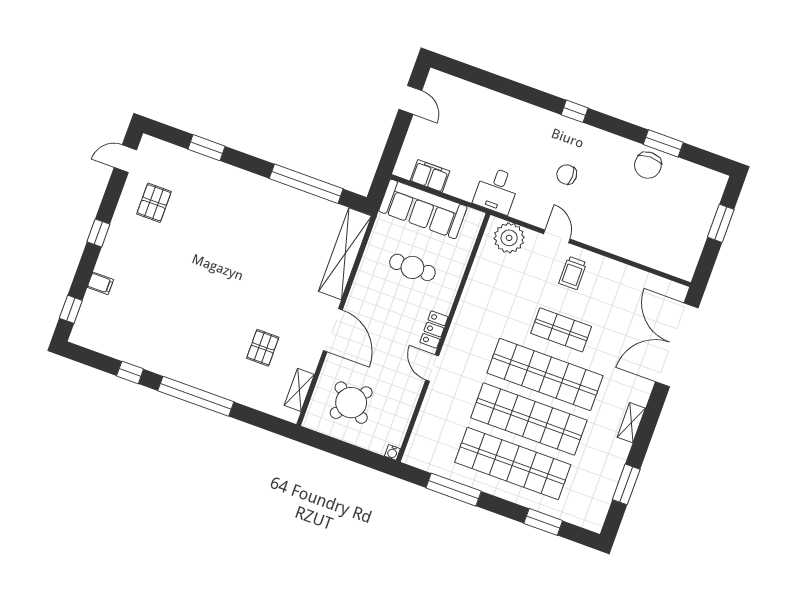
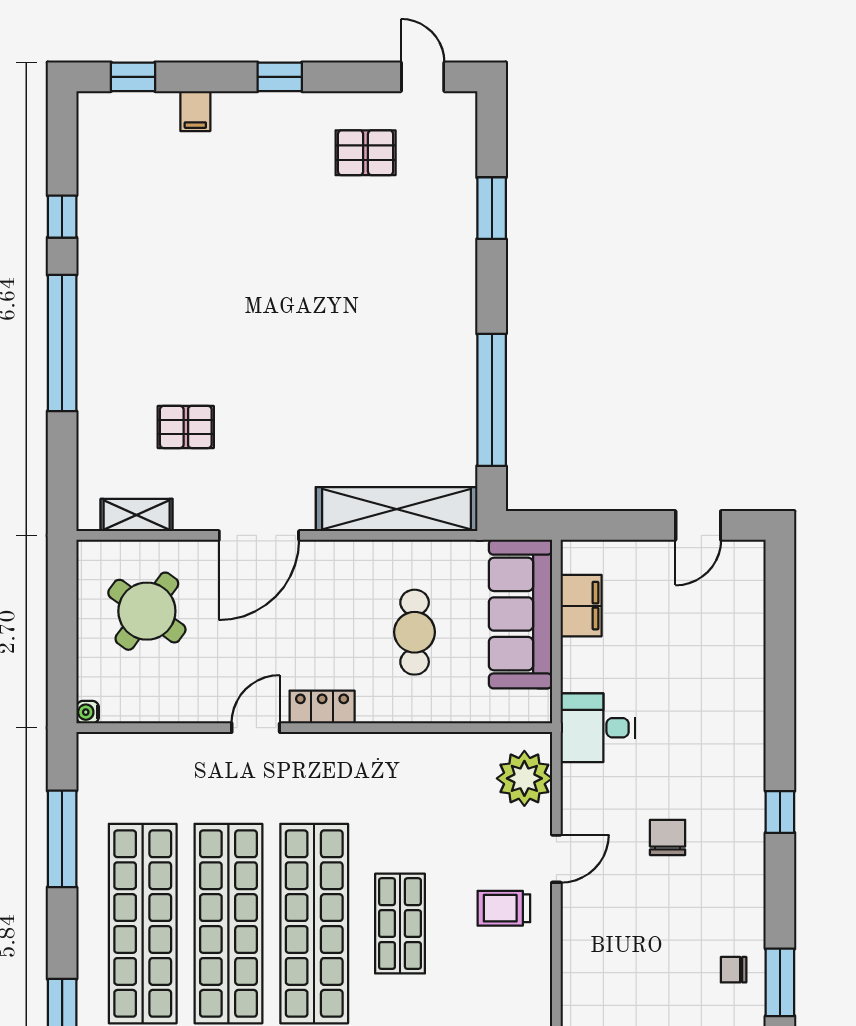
chair: (648, 165) -> (734, 970), width x0.54, depth x0.54

